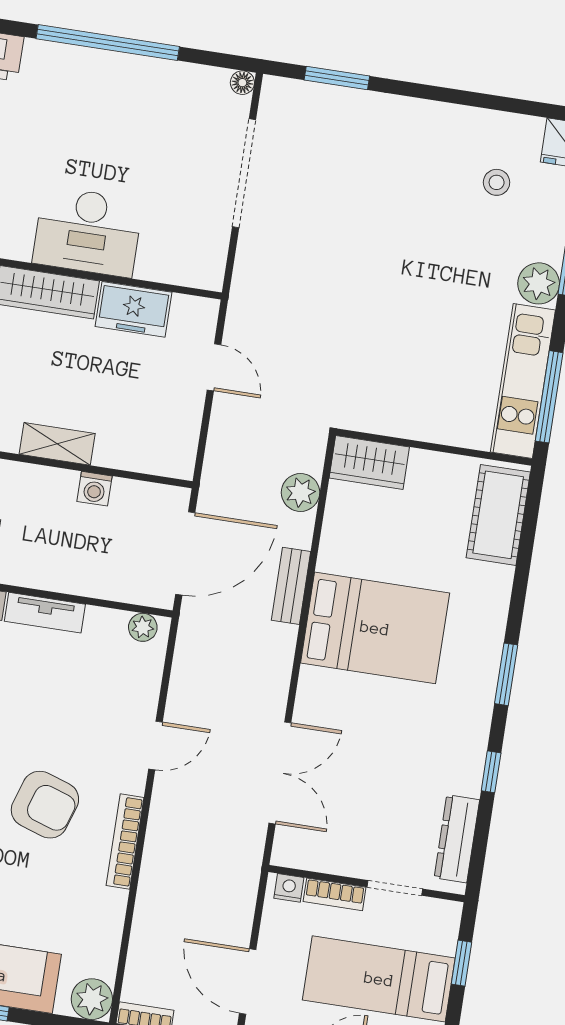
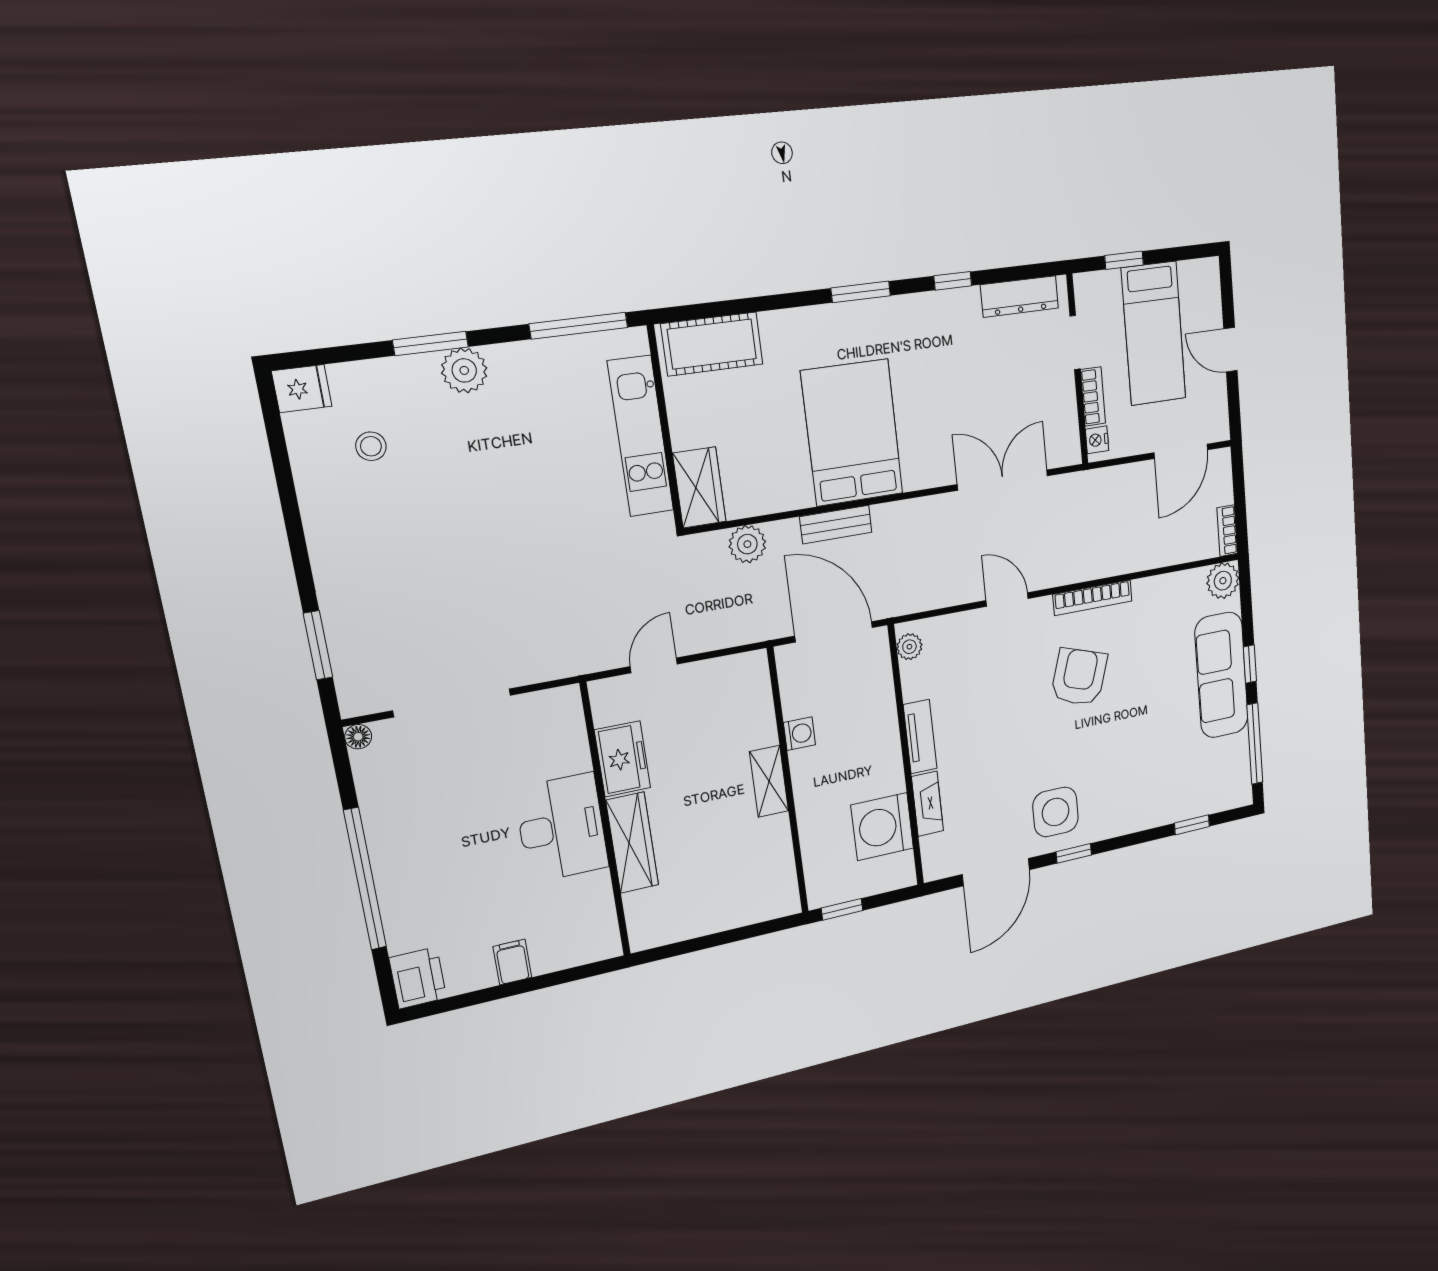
kitchen unit: (523, 381) -> (641, 436), moved, turned 90

